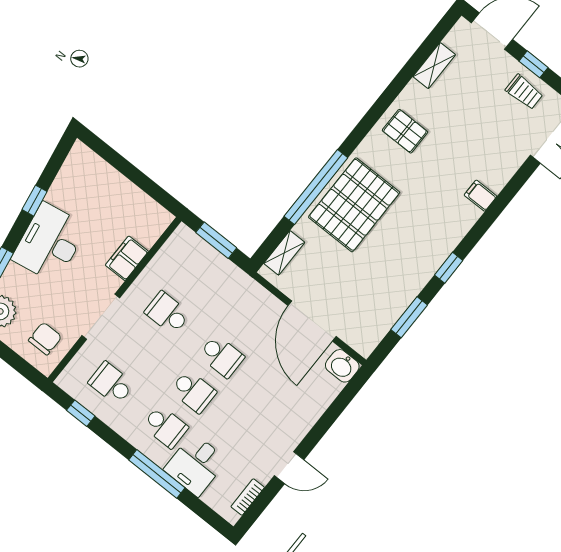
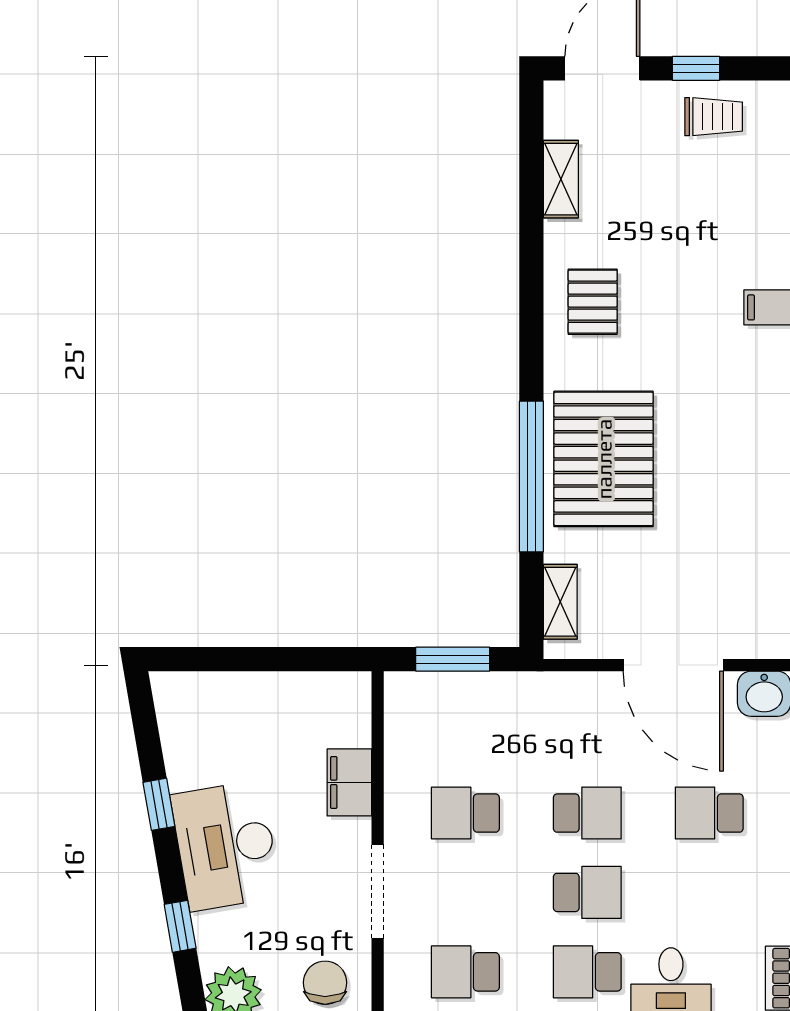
pallet: (405, 131) -> (593, 302), turned 90
school desk: (276, 399) -> (709, 813), added
school desk: (165, 427) -> (587, 972), turned 180

